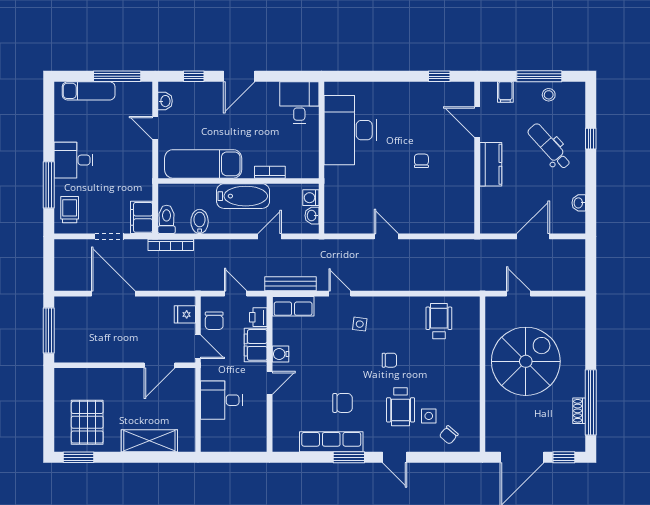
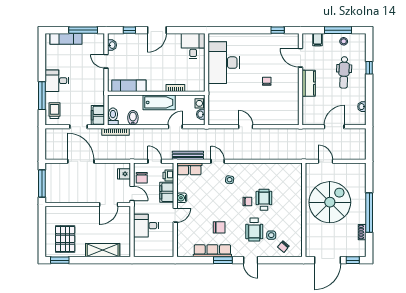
dental chair: (549, 146) -> (344, 72), turned -136
exam couch: (203, 164) -> (129, 86), width x0.73, depth x0.69
wheelchair: (439, 321) -> (264, 200), moved
window: (591, 402) -> (369, 213), moved

